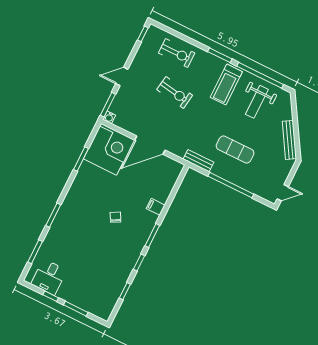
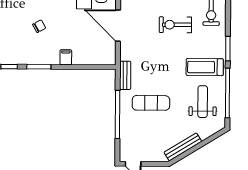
exercise bike: (175, 92) -> (175, 25), turned 81
weight bench: (257, 102) -> (203, 102), turned 90
exercise mat: (235, 149) -> (151, 103), turned 90

